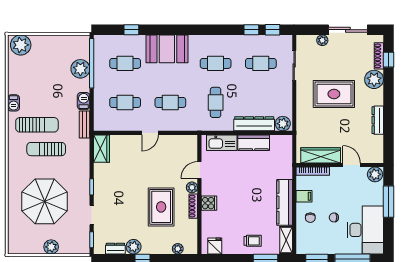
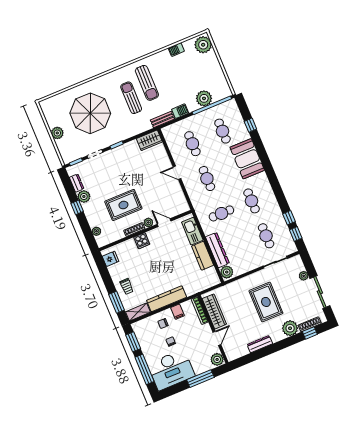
barbecue: (14, 103) -> (176, 49), moved

